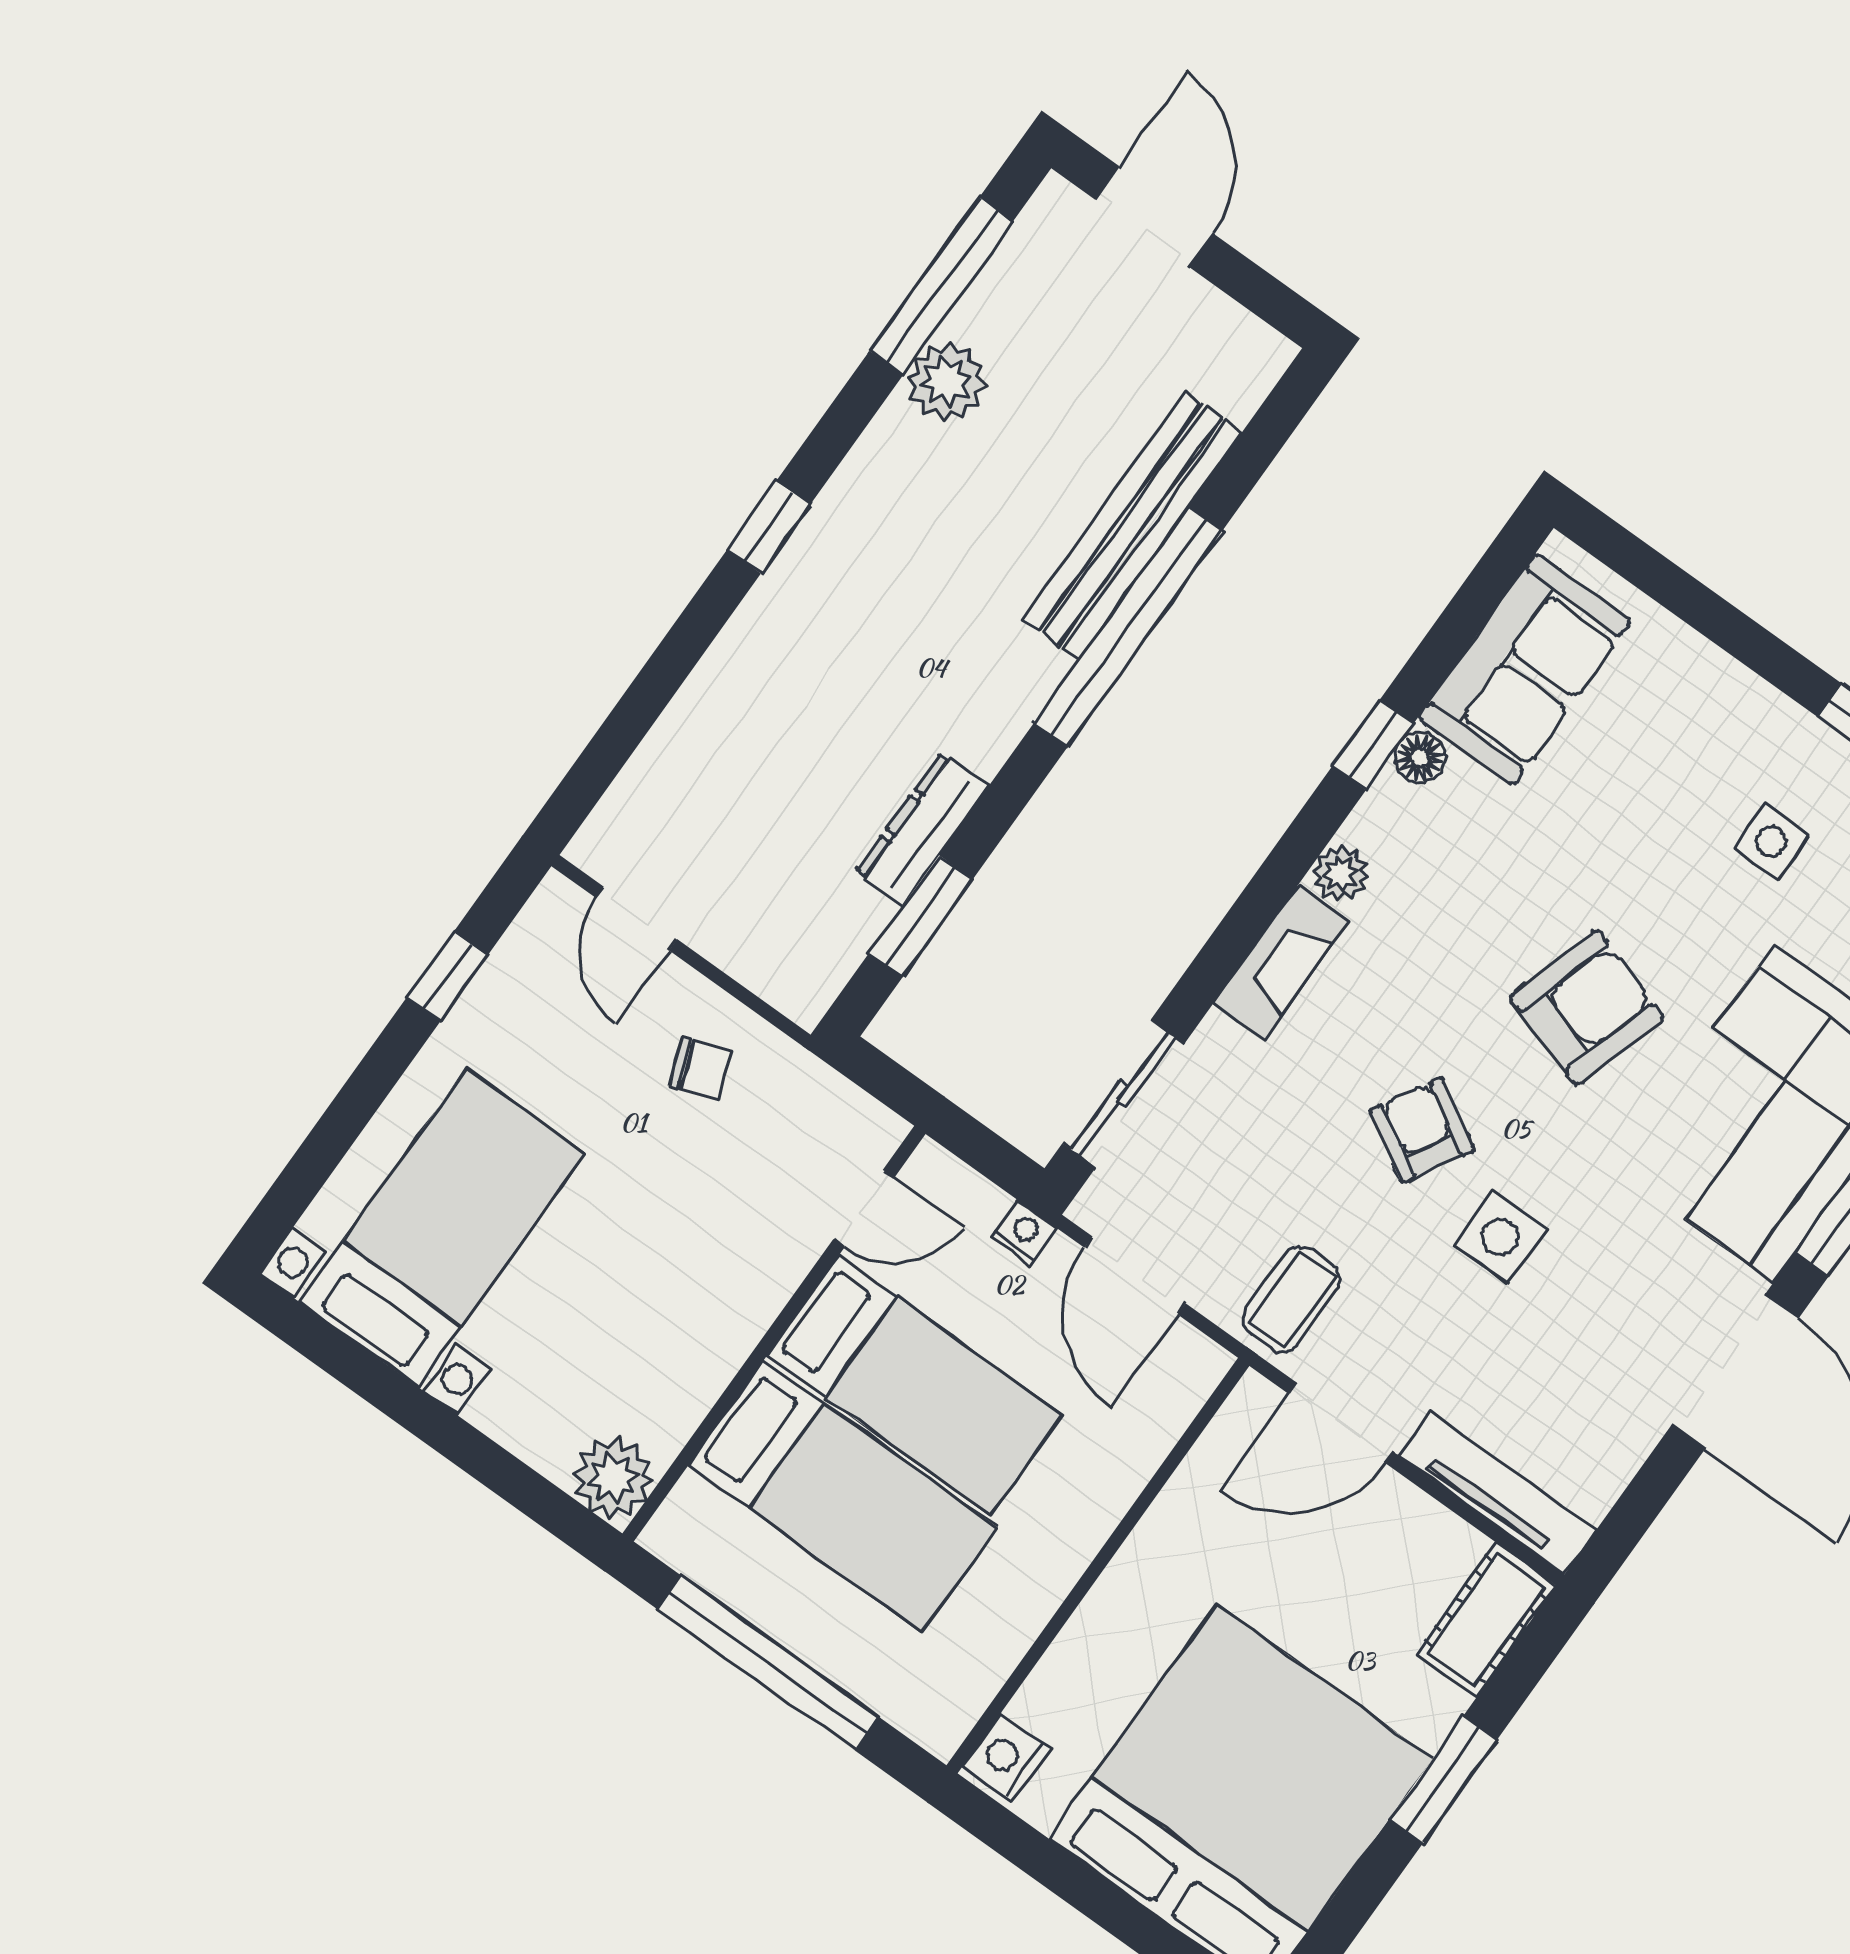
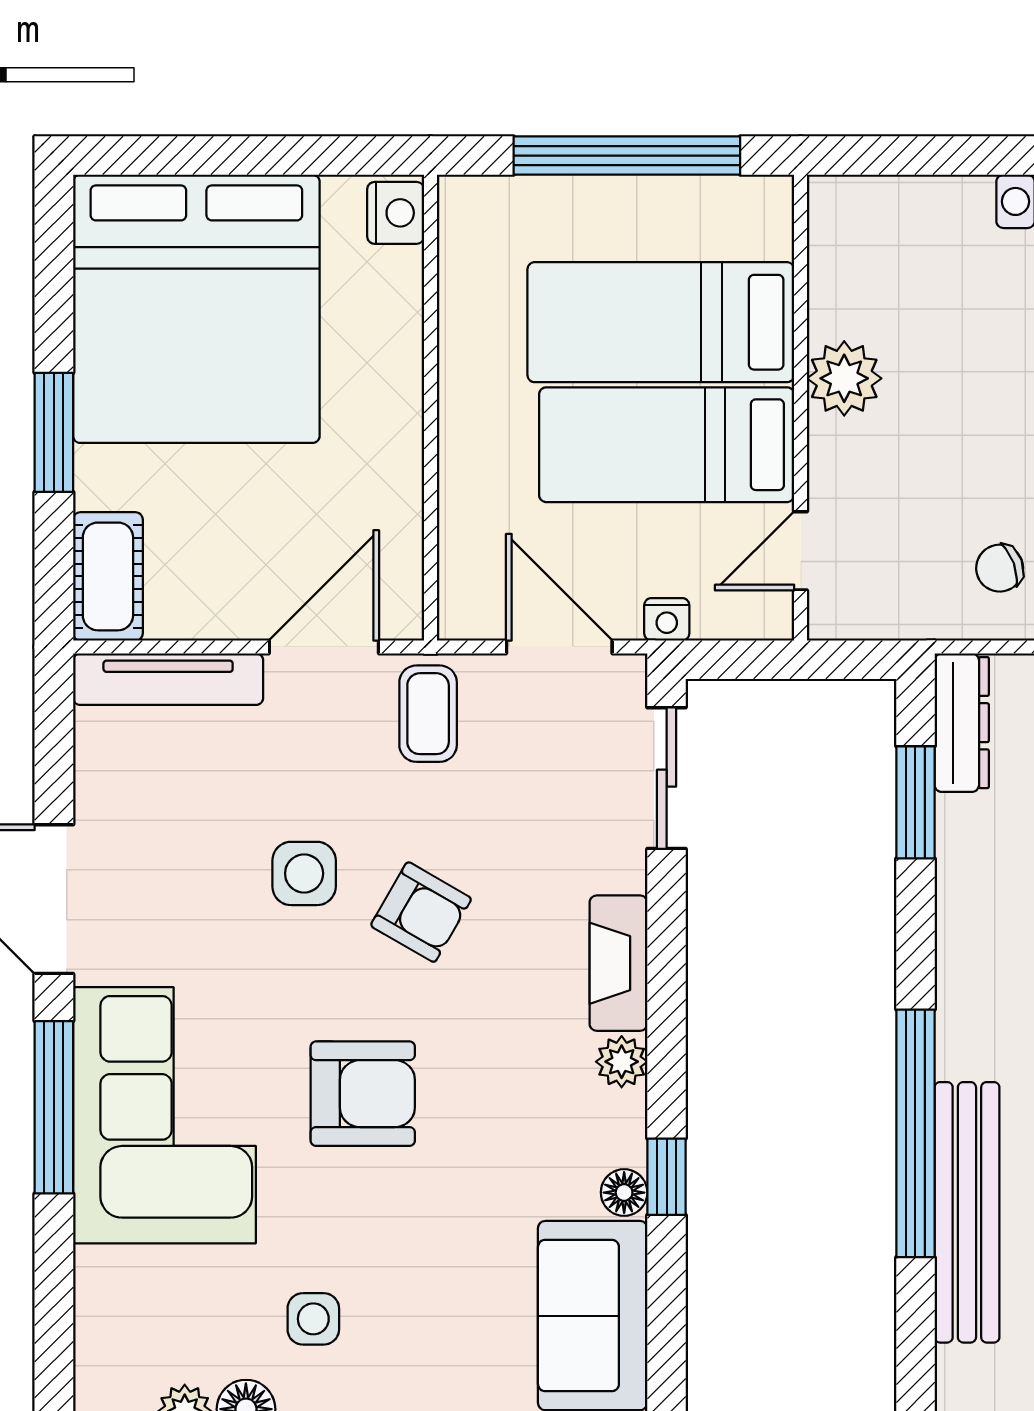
dresser: (922, 830) -> (962, 723), moved
armchair: (1587, 1008) -> (363, 1094), turned -107
plant: (613, 1477) -> (844, 378), moved

